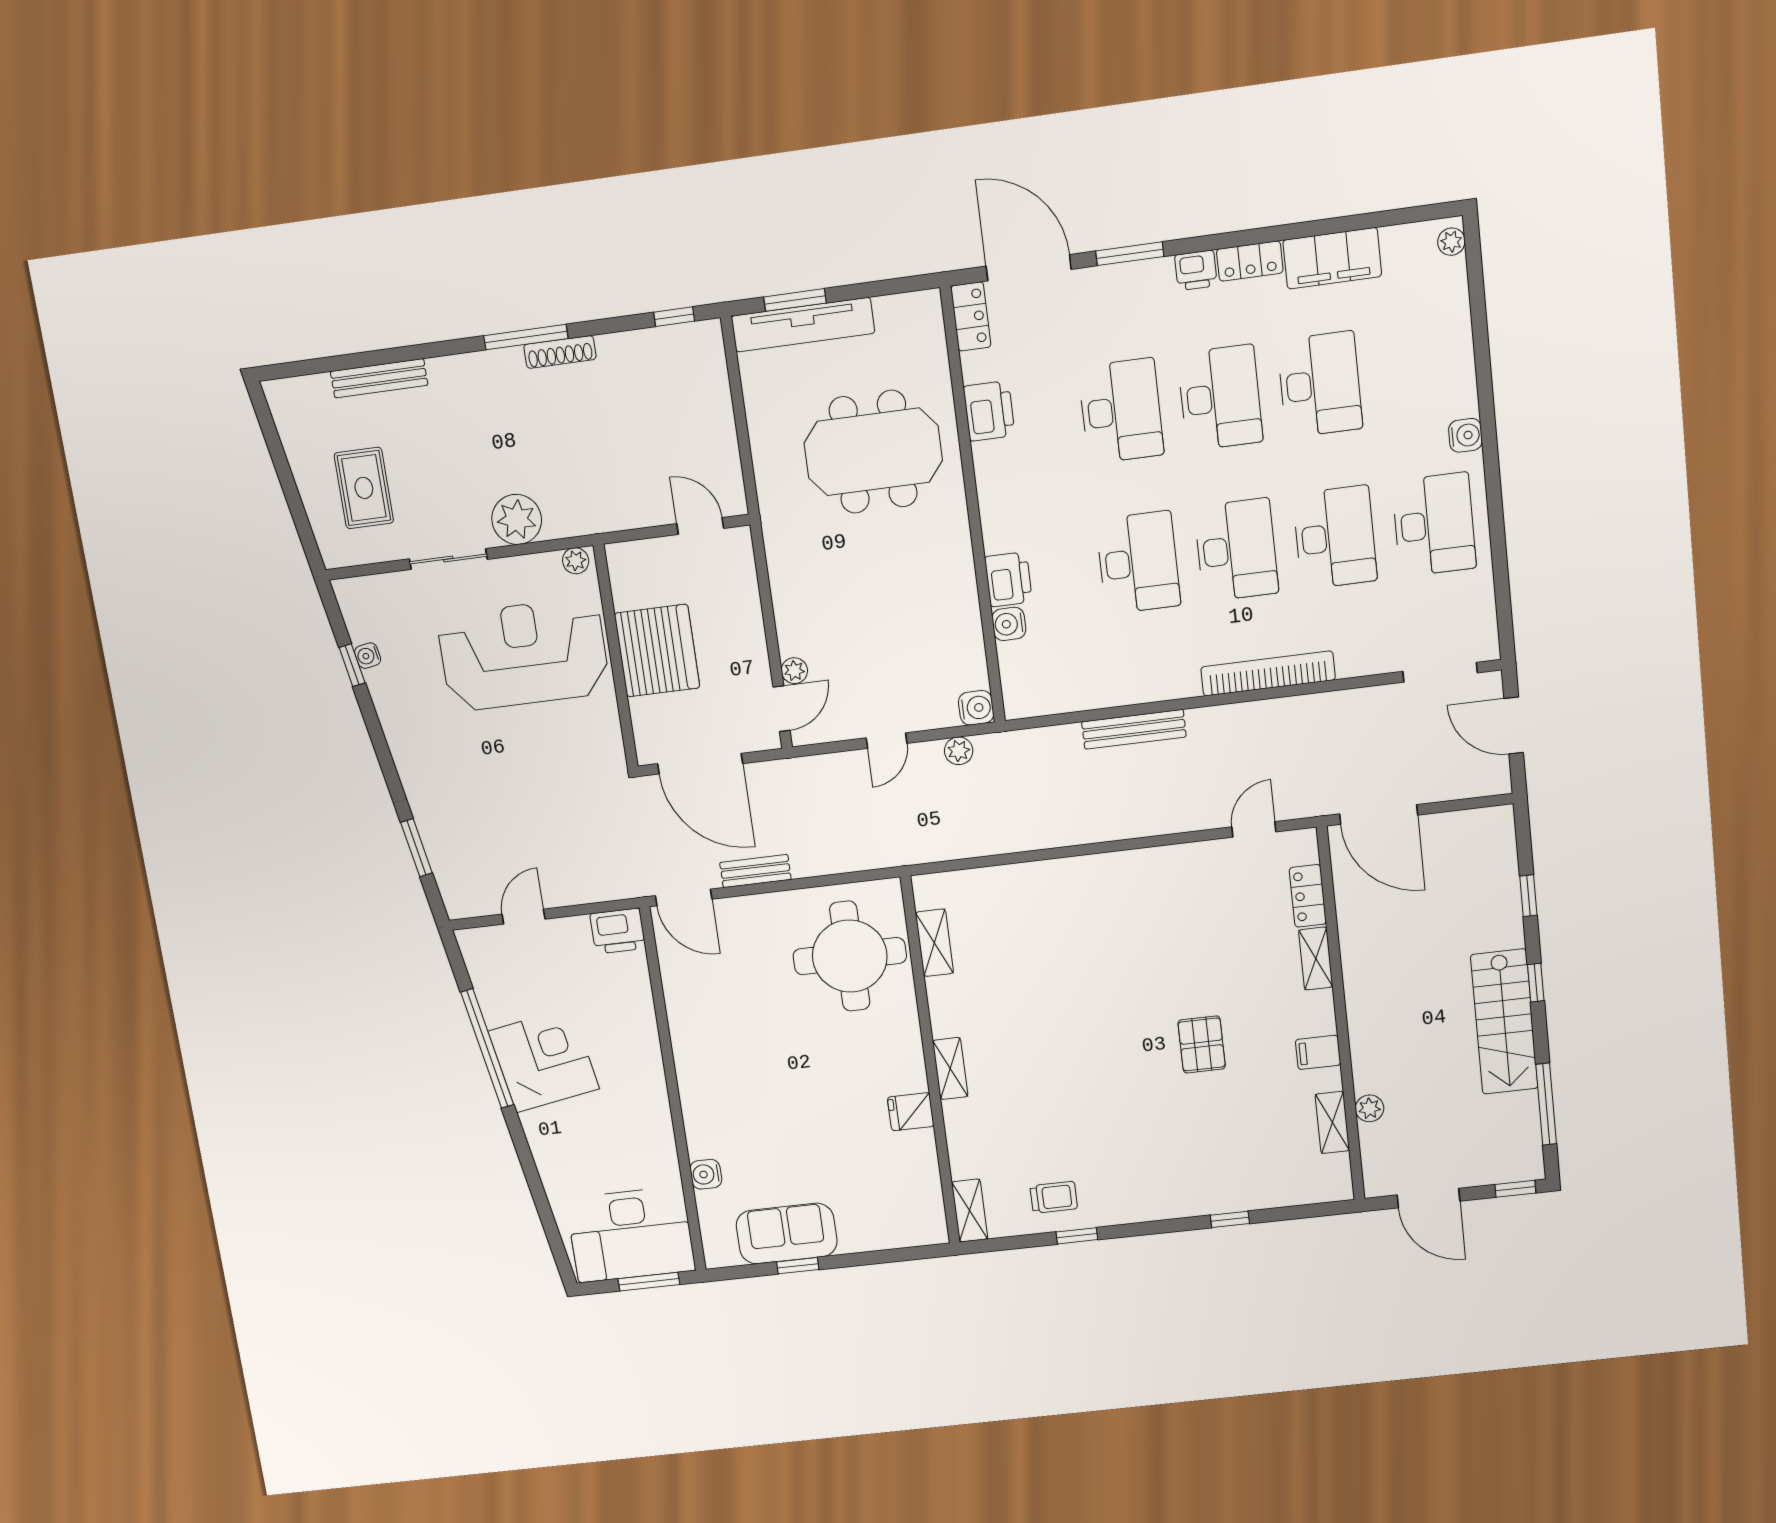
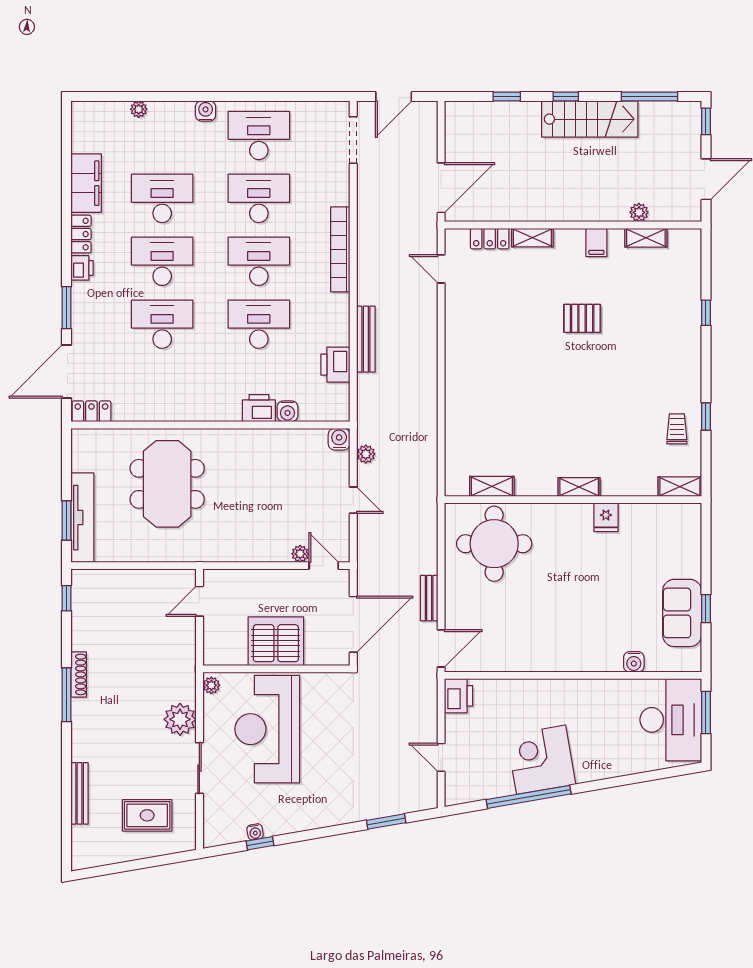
plant: (1451, 242) -> (139, 109), moved
printer: (989, 411) -> (335, 365), moved, turned -90

